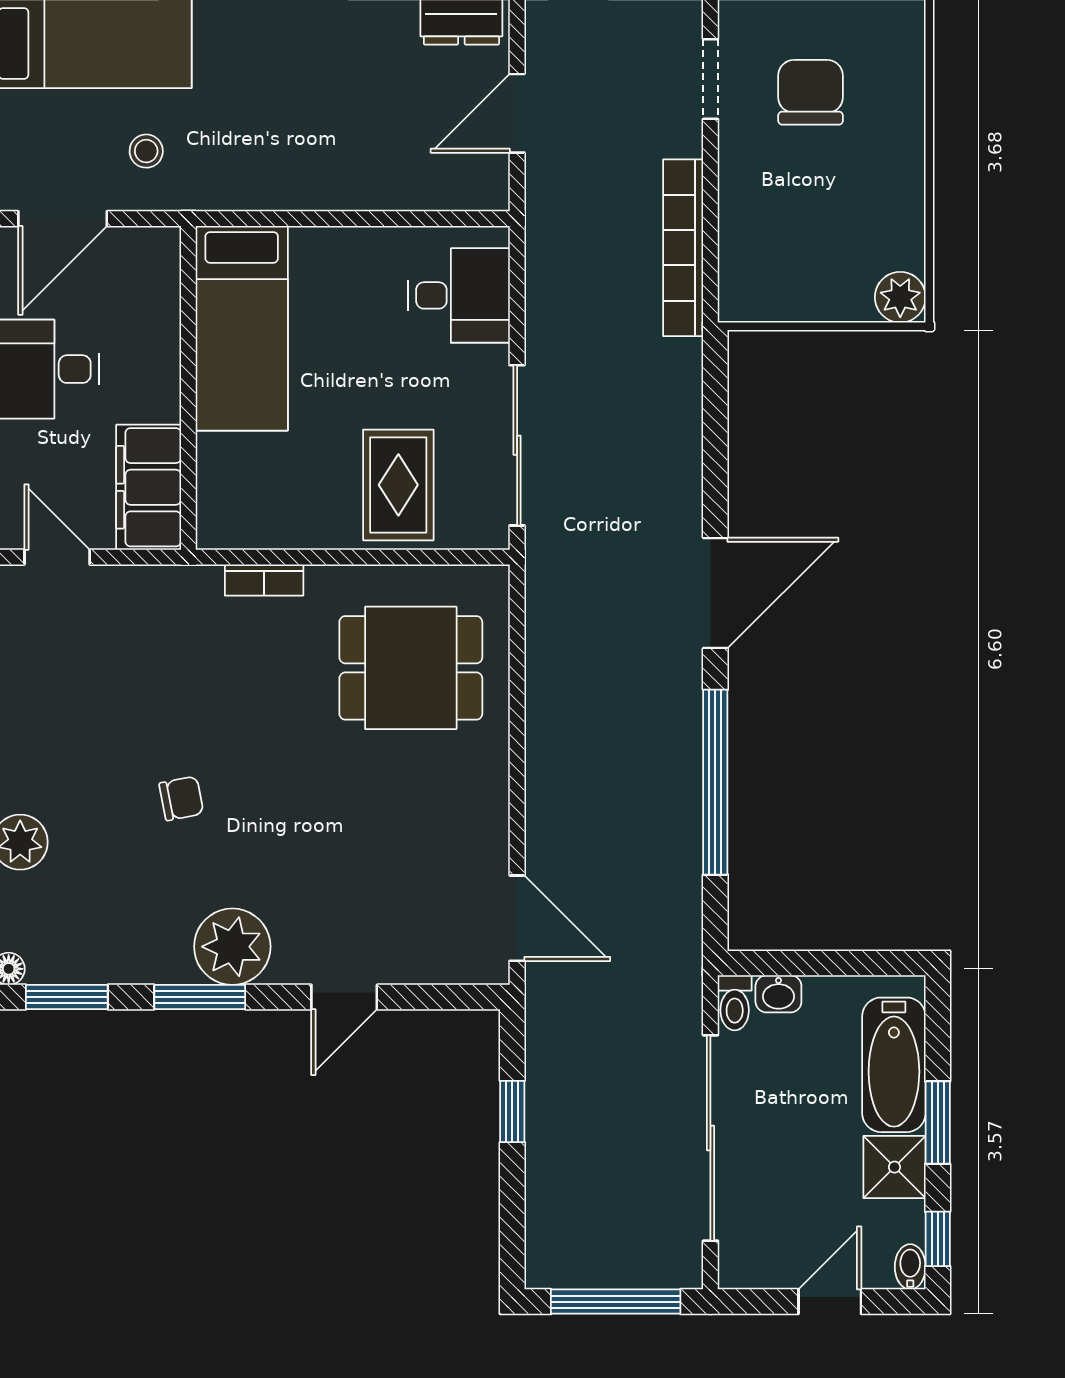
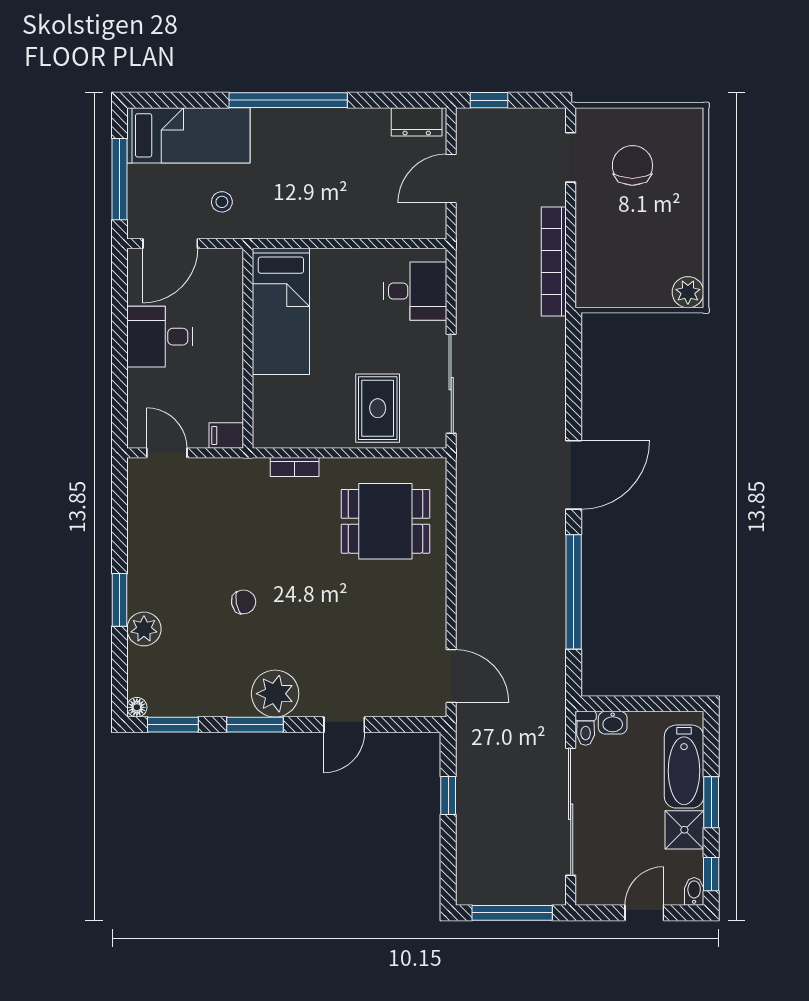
filing cabinet: (149, 487) -> (226, 435), width x0.33, depth x0.86

